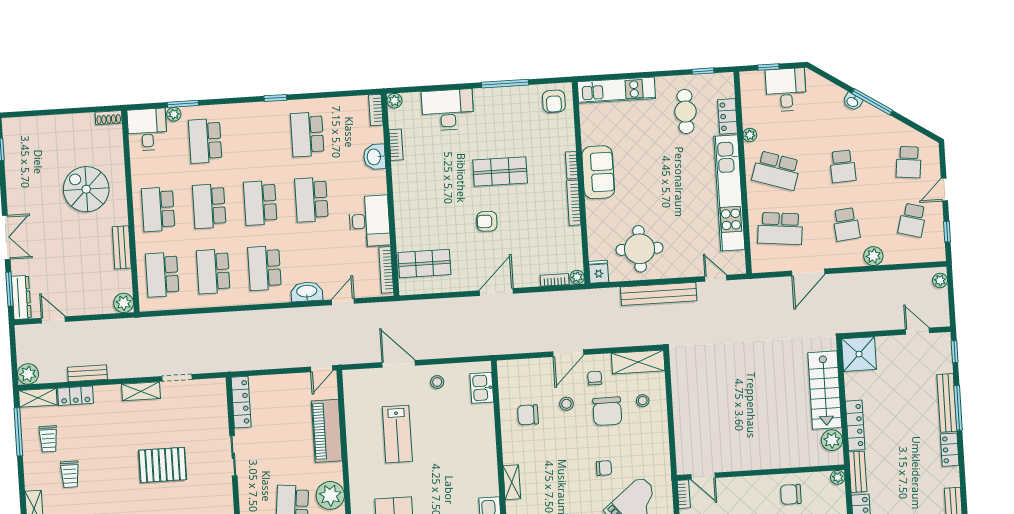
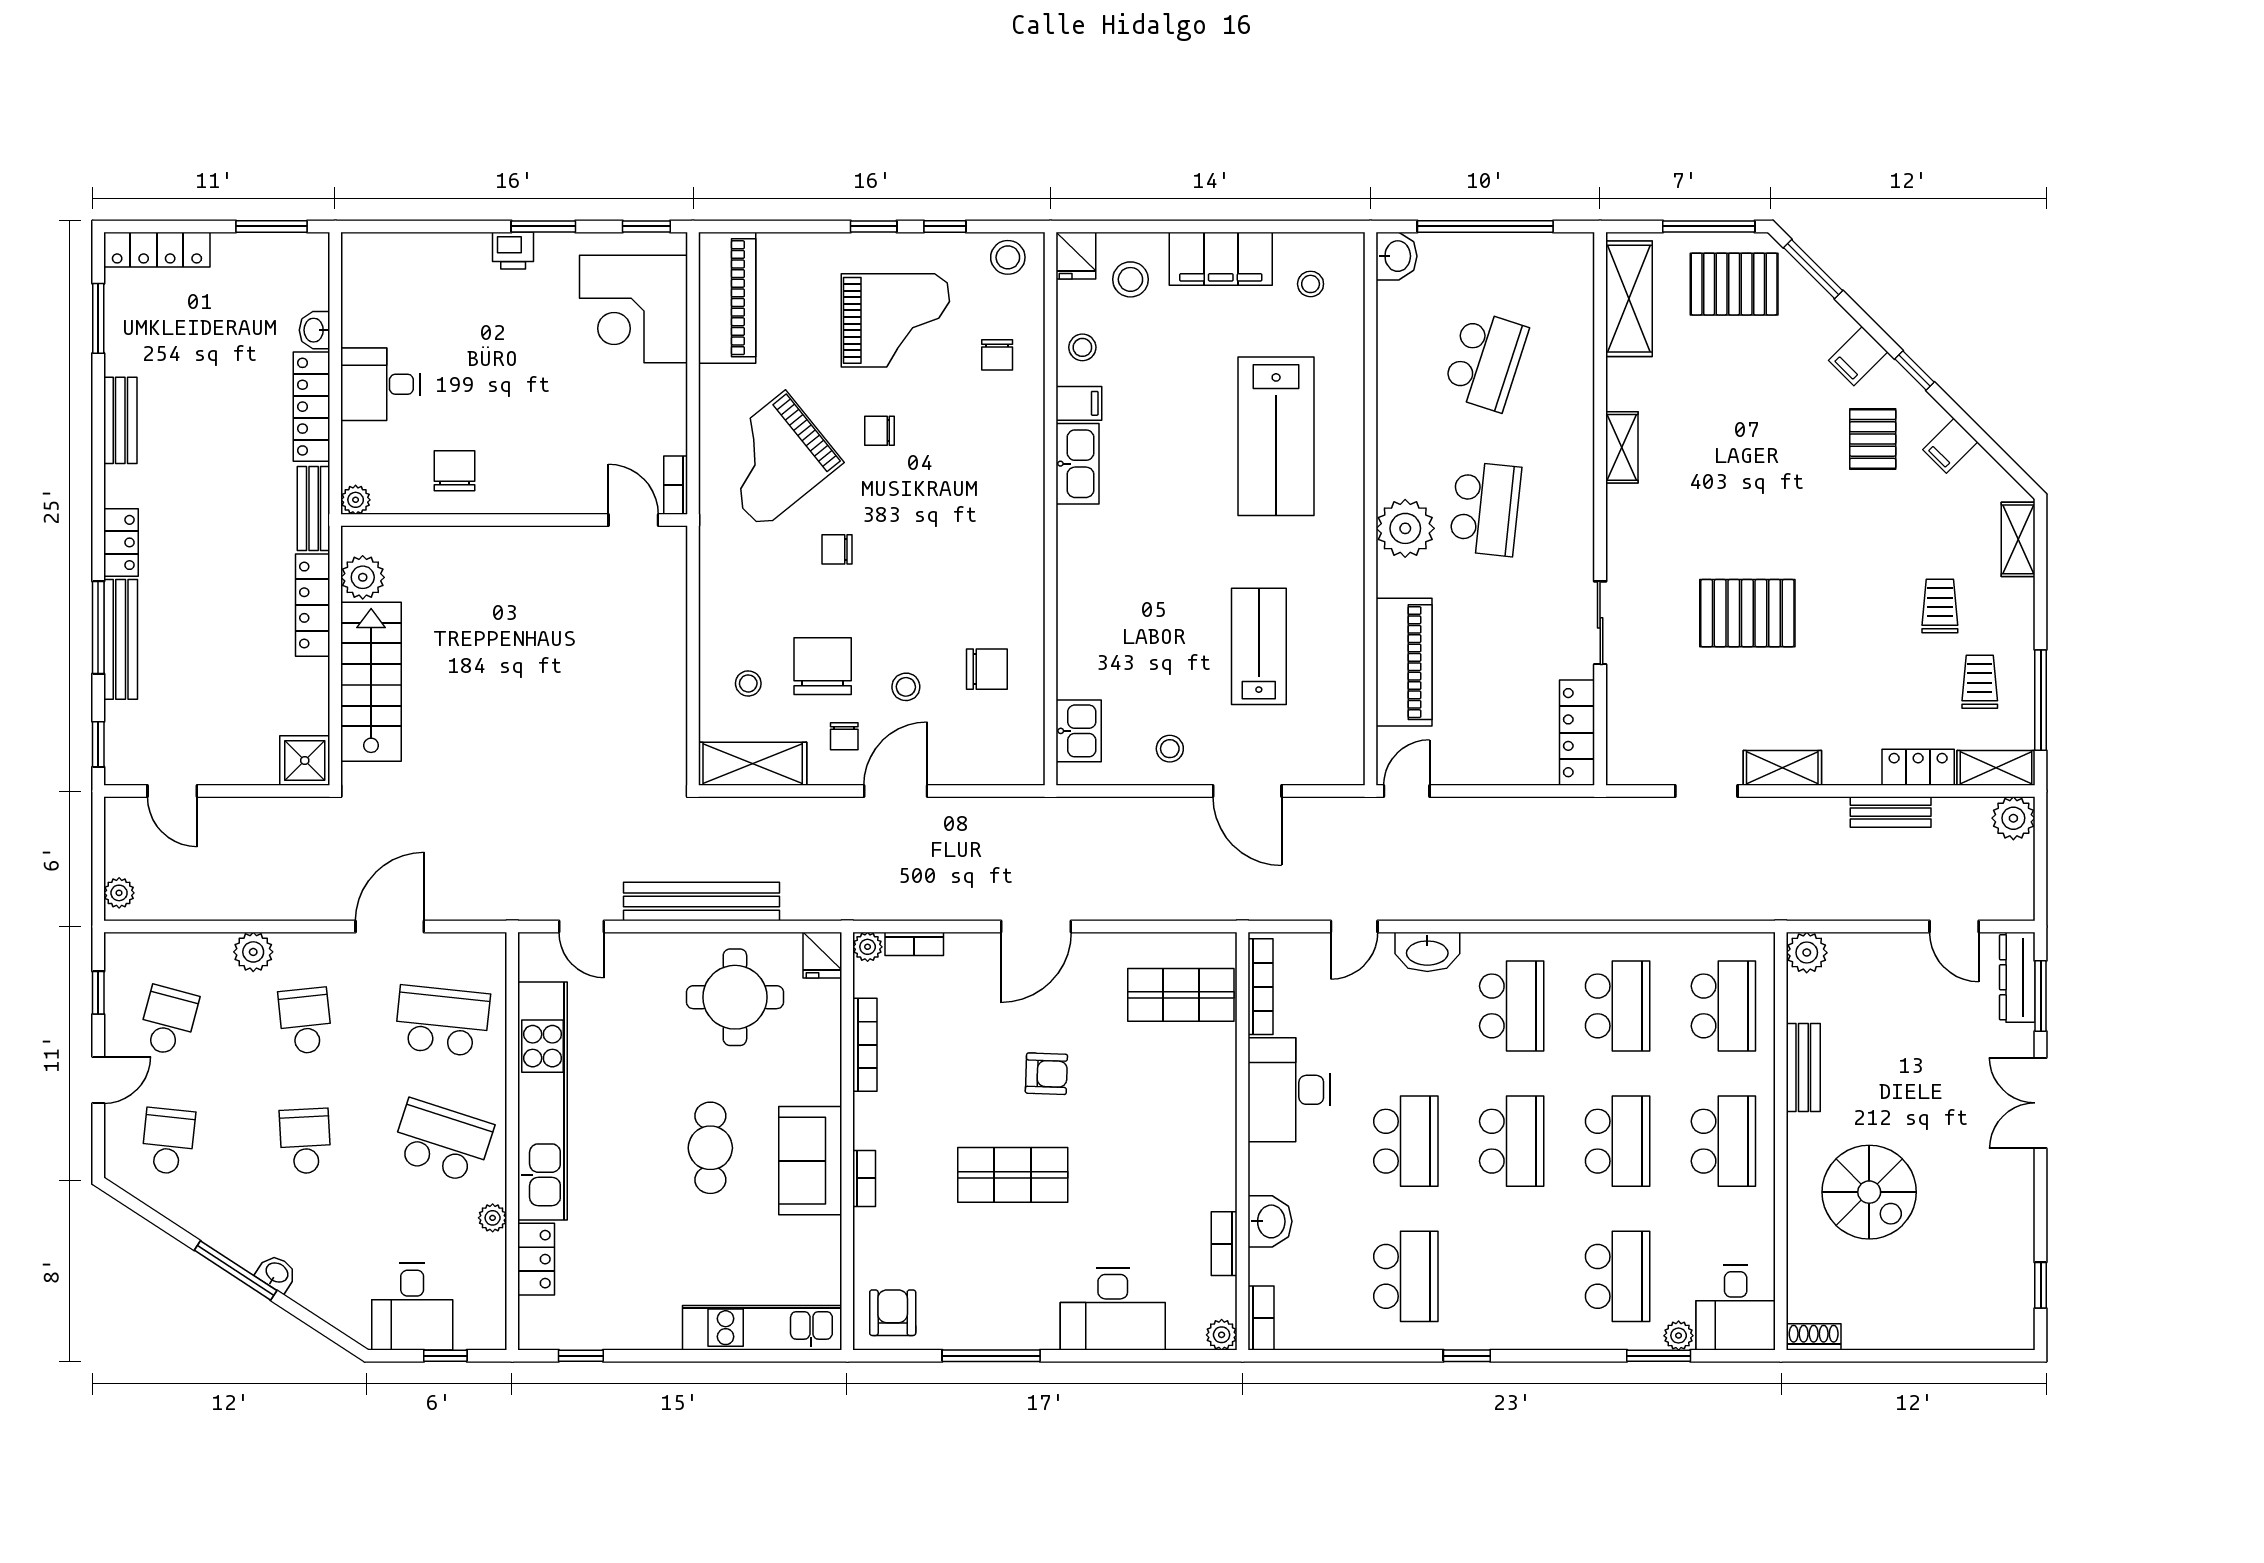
cafe table: (685, 112) -> (710, 1148), moved
bookcase: (574, 203) -> (865, 1045), moved
shower: (859, 354) -> (305, 760), width x0.73, depth x0.73
shelving: (512, 482) -> (1029, 532), removed
chair: (791, 494) -> (454, 471), turned -90

